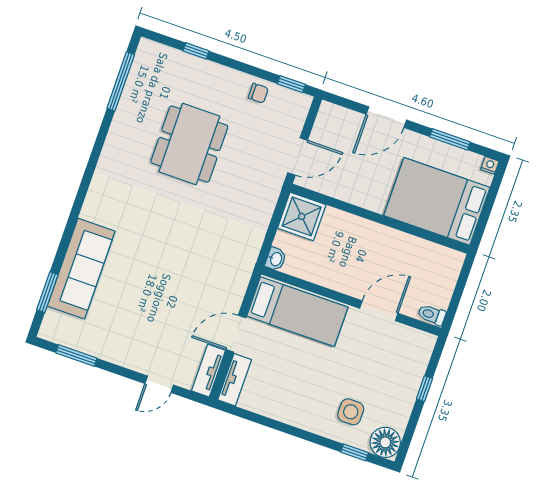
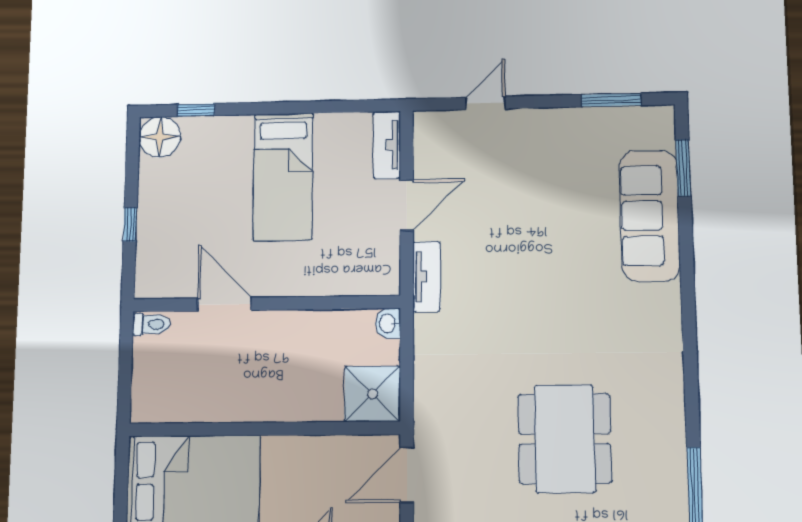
door: (379, 311) -> (224, 304), swing flipped
bed: (297, 312) -> (283, 177), moved, turned -90
tv unit: (208, 371) -> (427, 276), moved
side table: (351, 412) -> (218, 159), removed

